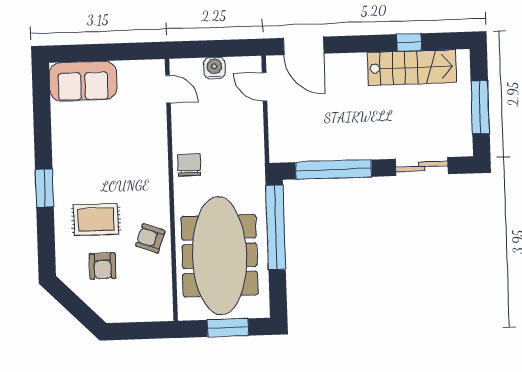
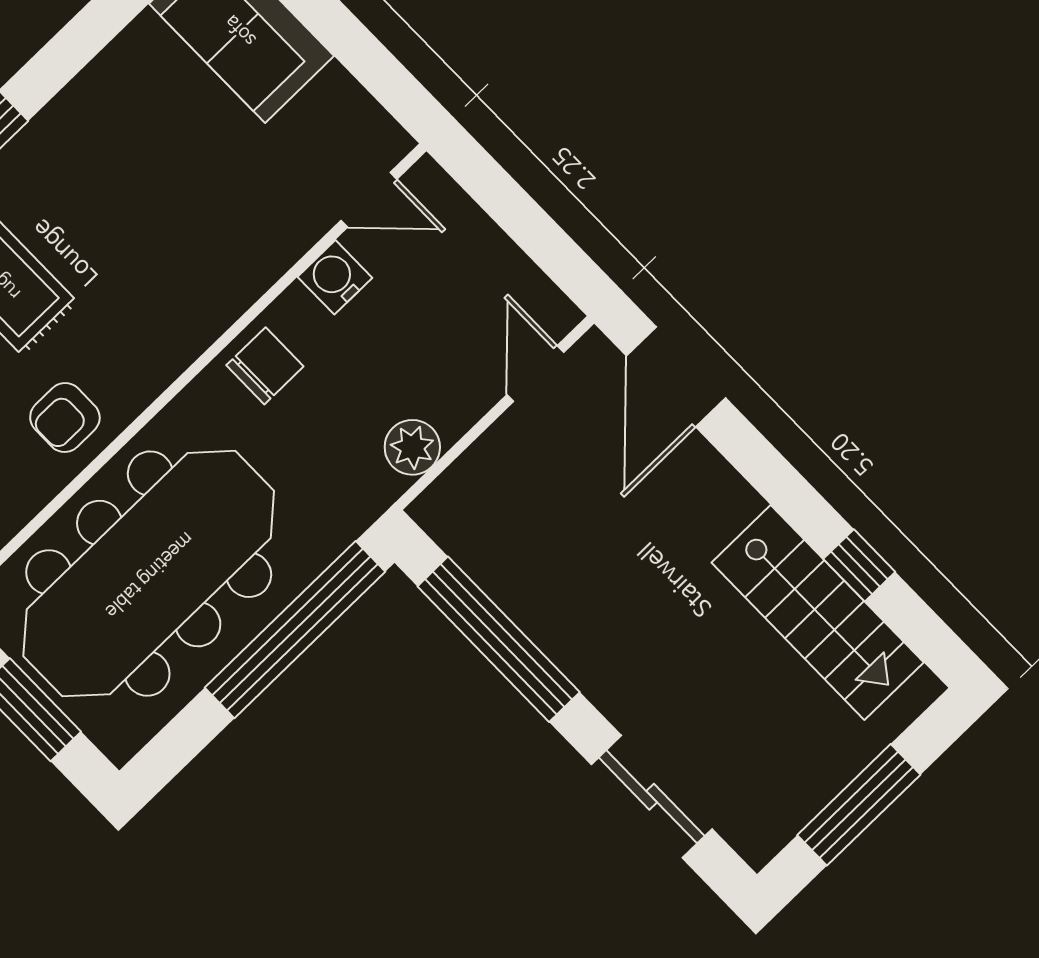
water cooler: (214, 68) -> (335, 277), moved, turned -90
door: (168, 89) -> (369, 200), hinge flipped
plant: (253, 143) -> (412, 447), added
armchair: (150, 238) -> (65, 417), turned -110

